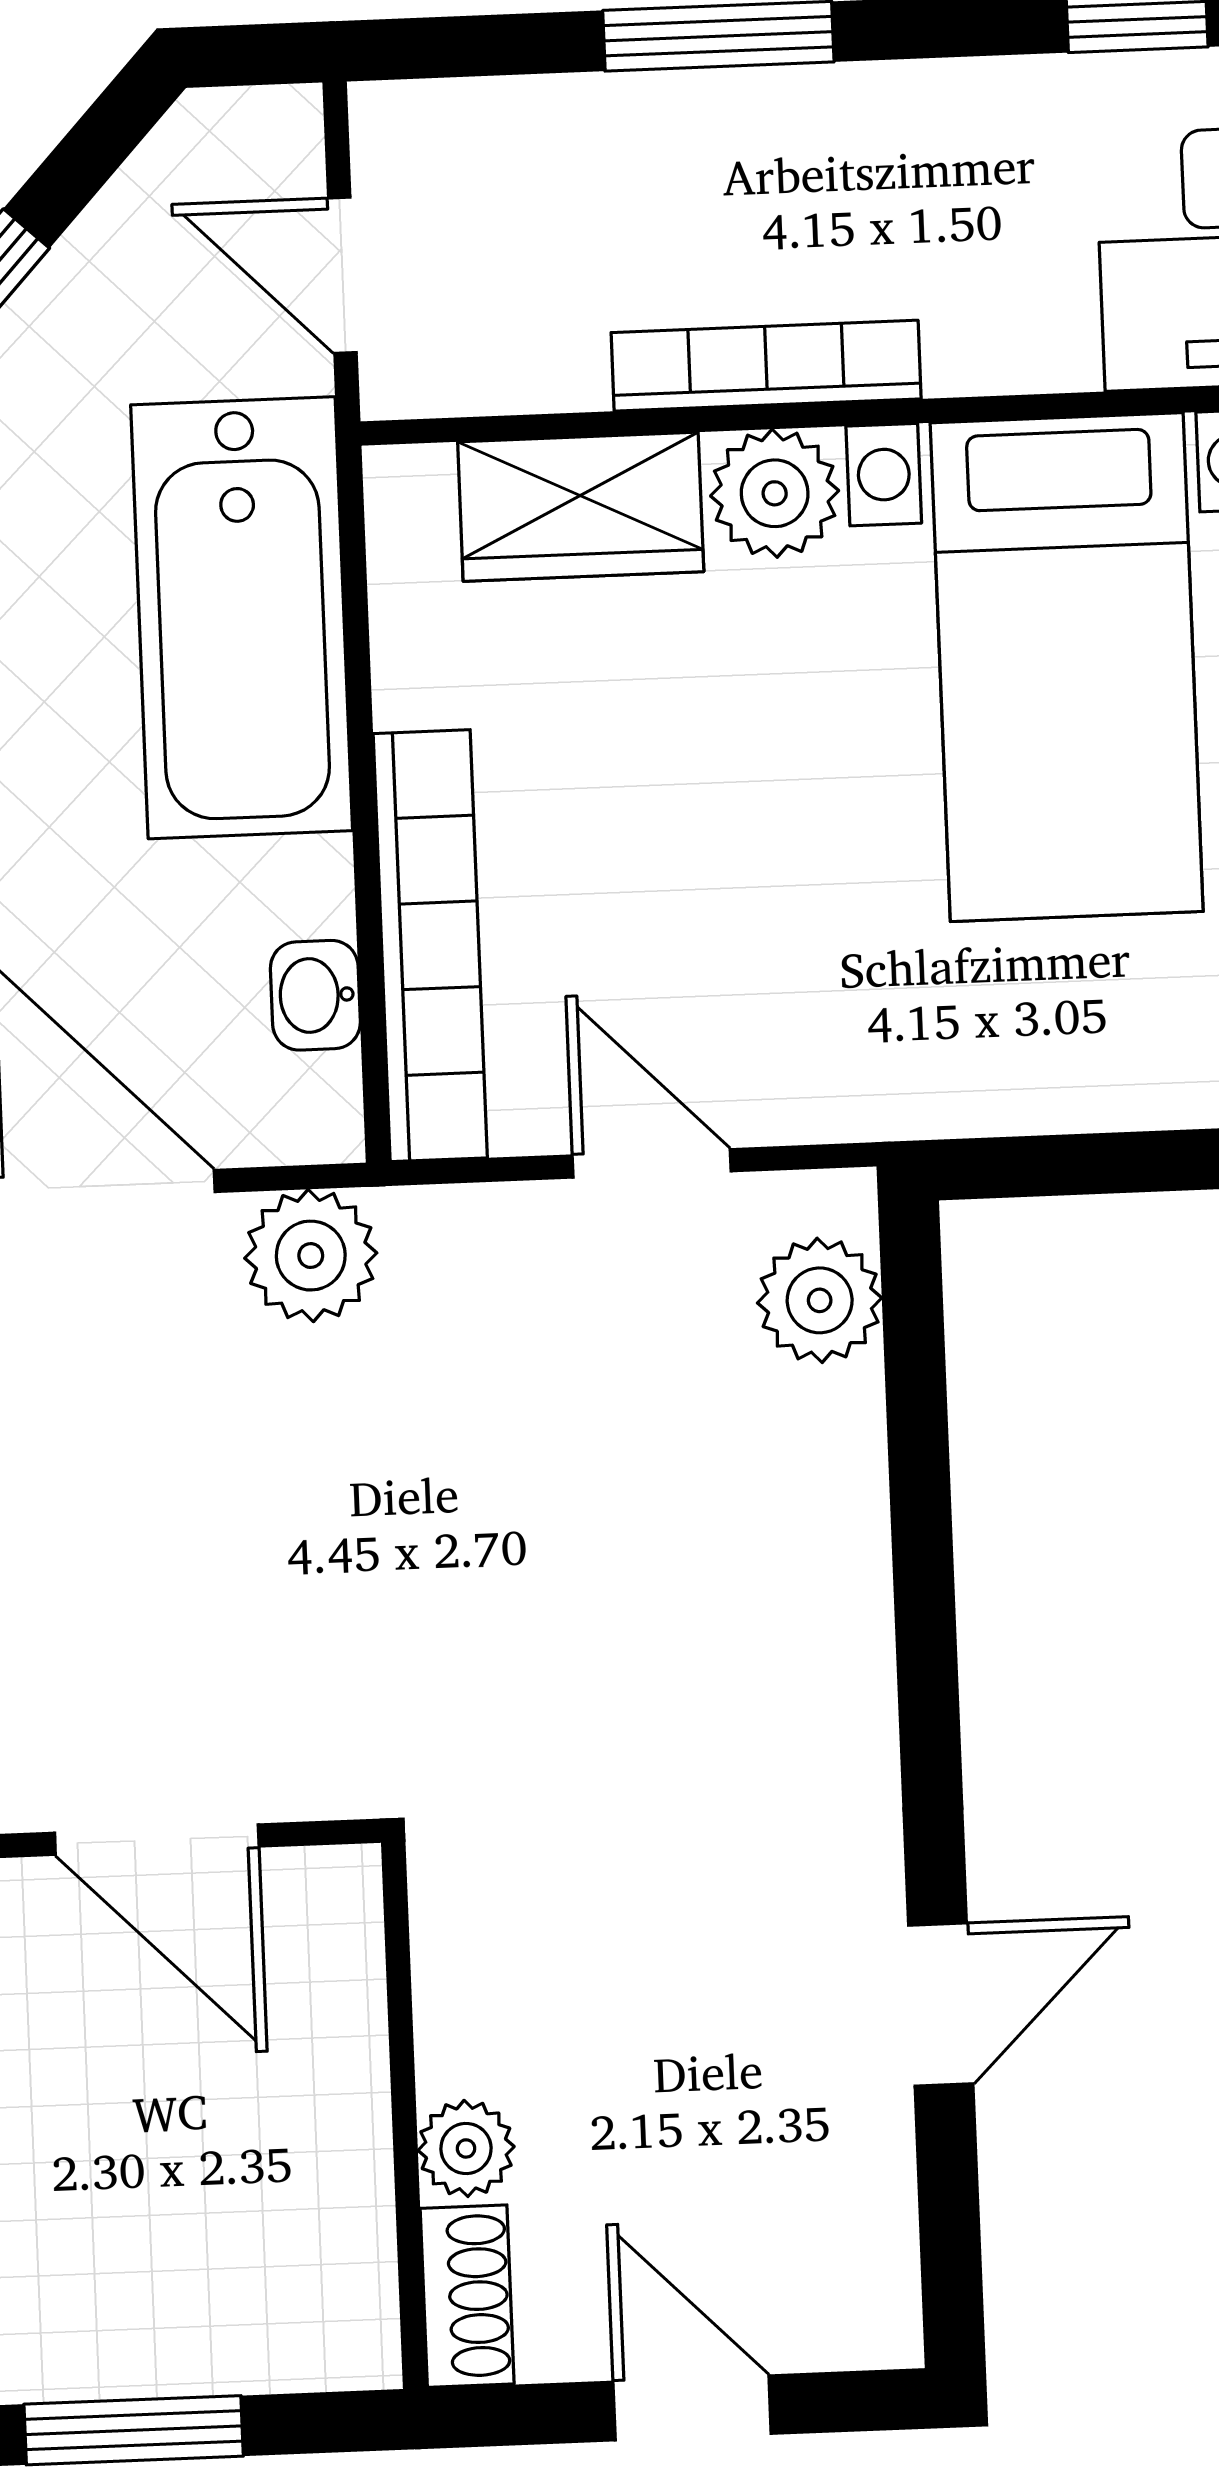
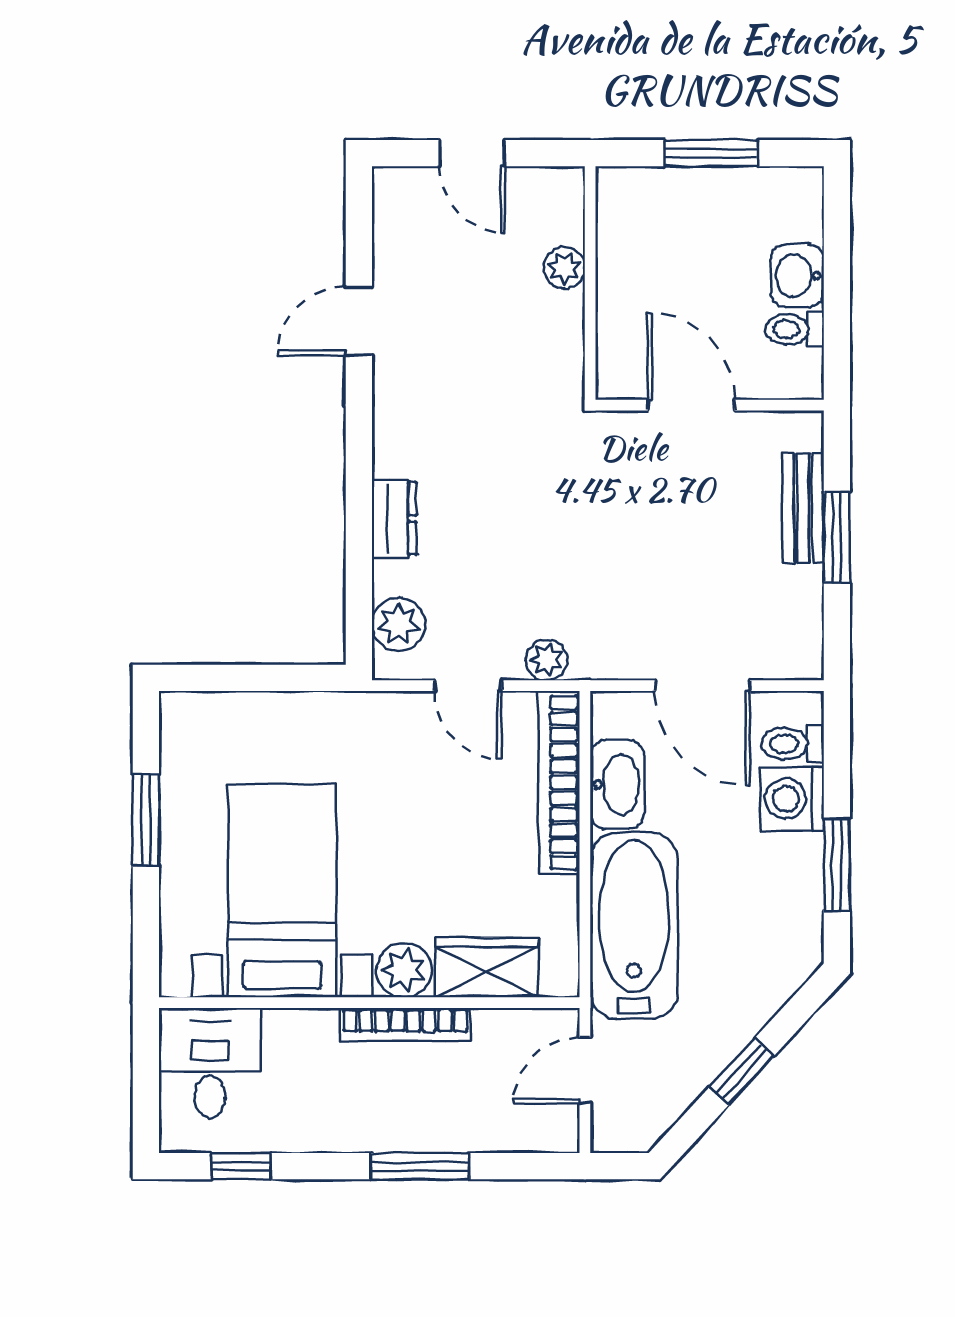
door: (342, 275) -> (585, 1070), swing flipped
washbasin: (315, 995) -> (617, 784), width x1.91, depth x1.45
plant: (311, 1256) -> (547, 660), moved, width x0.73, depth x0.73
dresser: (840, 1547) -> (394, 519), added
shoe rack: (467, 2296) -> (566, 205), removed

